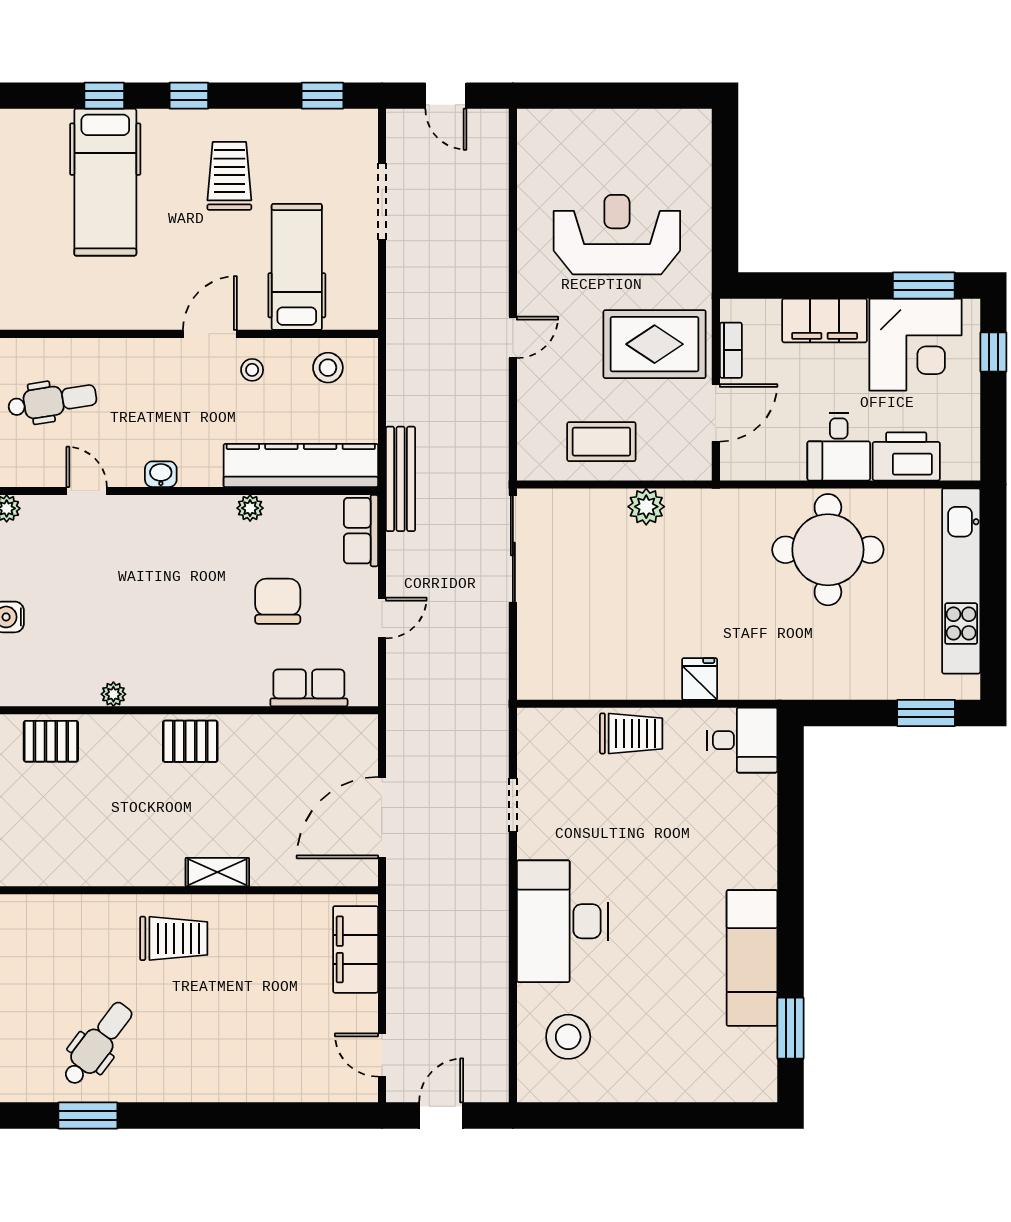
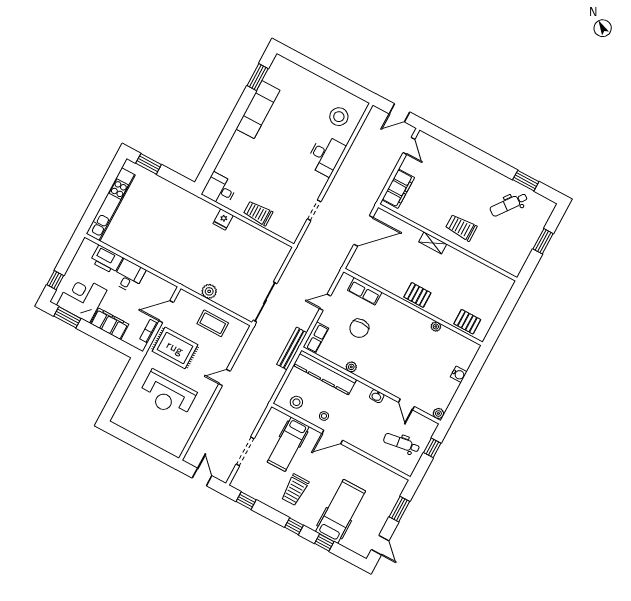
round table: (828, 550) -> (152, 241), removed
desk: (562, 921) -> (326, 155), width x0.73, depth x0.77

